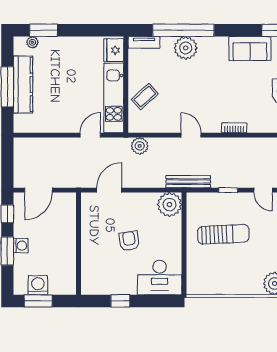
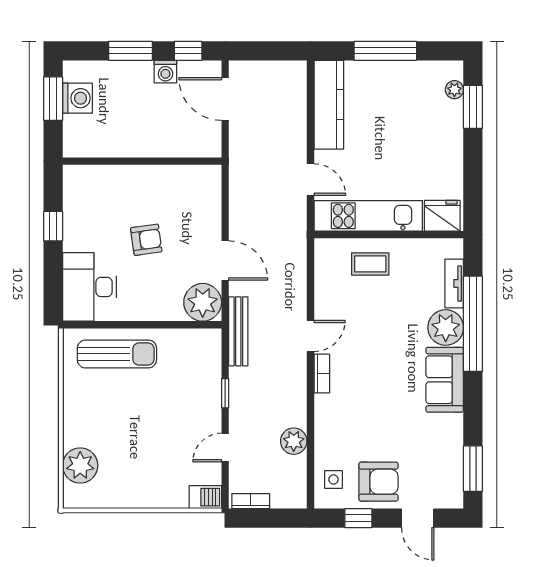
tv unit: (144, 42) -> (454, 283), moved
sofa: (250, 49) -> (445, 380), moved
kitchen counter: (23, 85) -> (329, 105), moved, turned -90
coffee table: (145, 97) -> (370, 264), turned -48
bookcase: (234, 128) -> (322, 373), moved
plant: (140, 146) -> (294, 441), moved
door: (109, 190) -> (225, 260), moved
sun lounger: (223, 234) -> (117, 354), moved, turned -87
washing machine: (21, 246) -> (165, 72), moved

